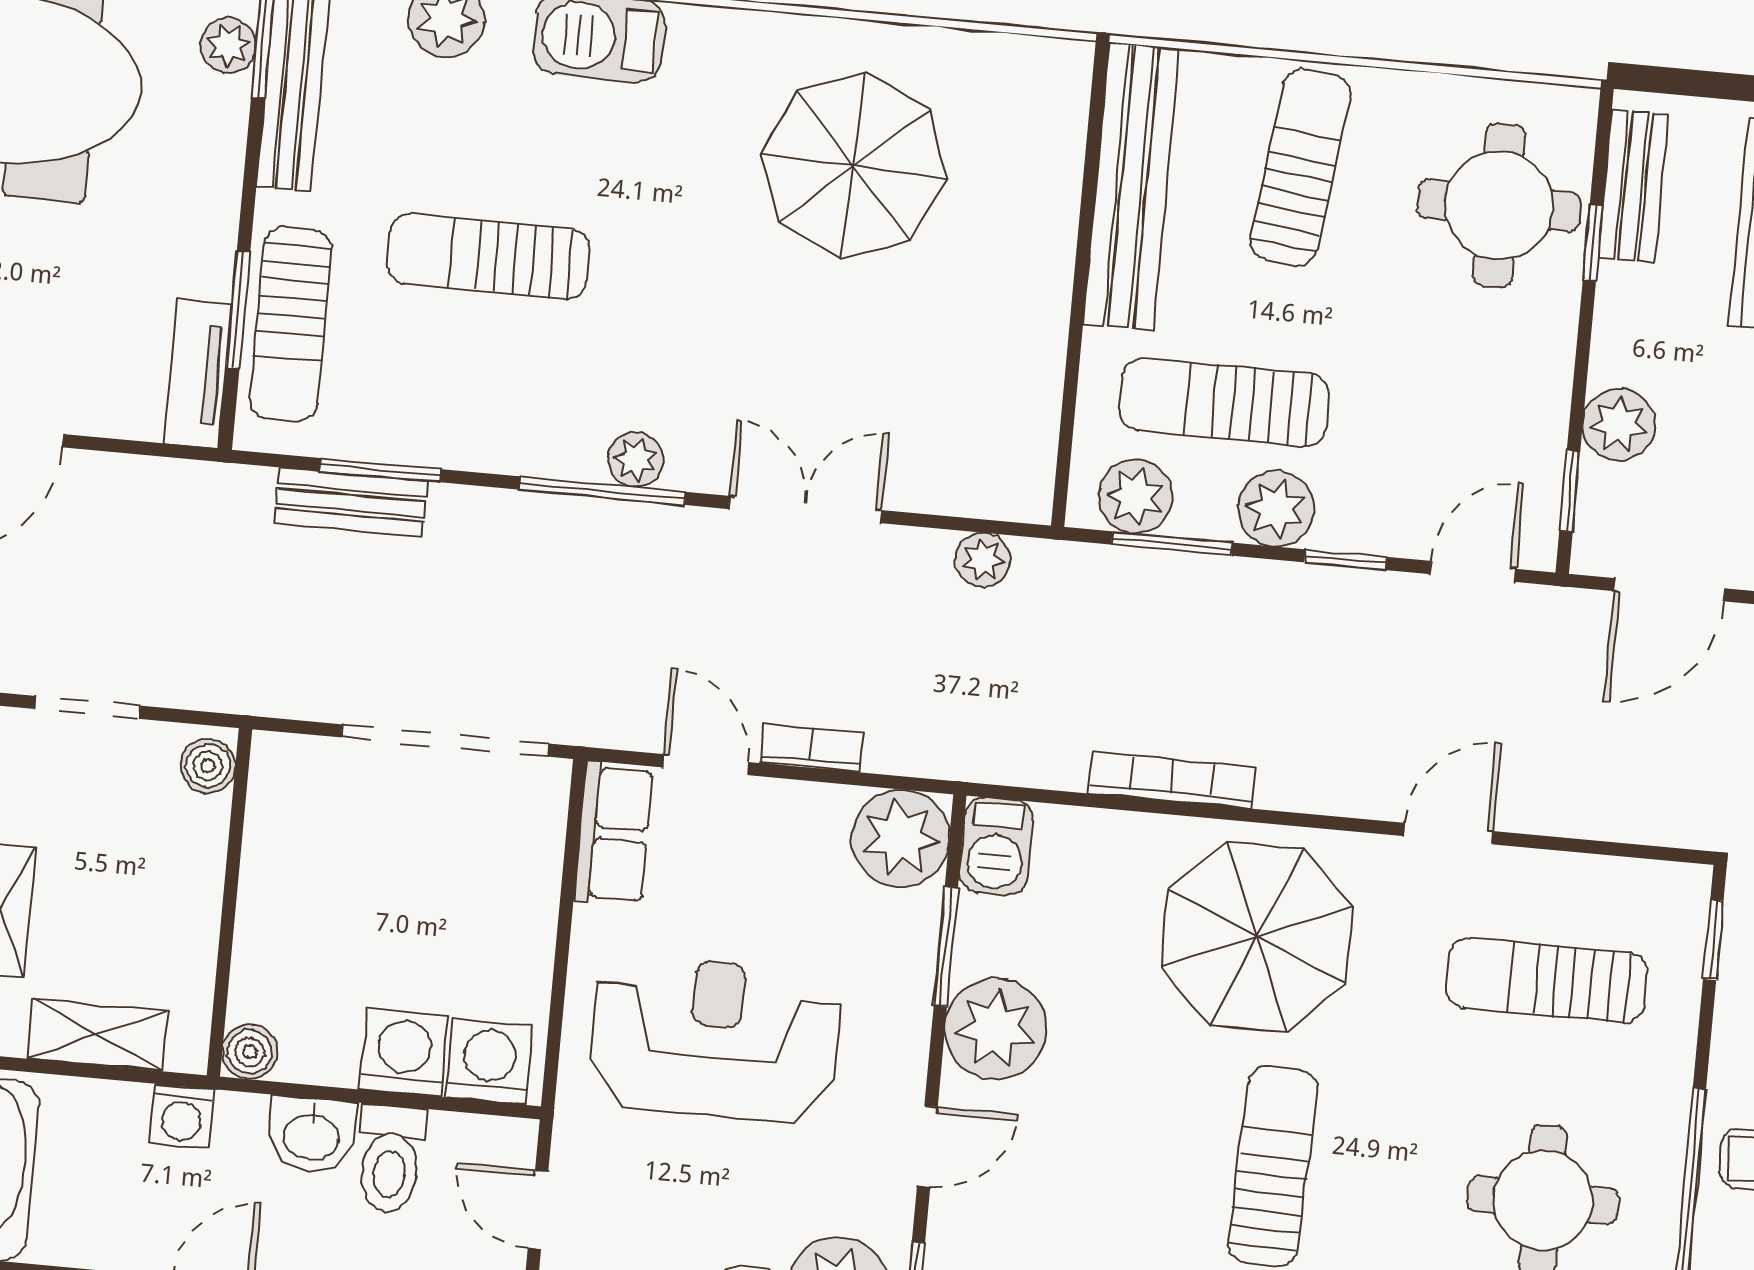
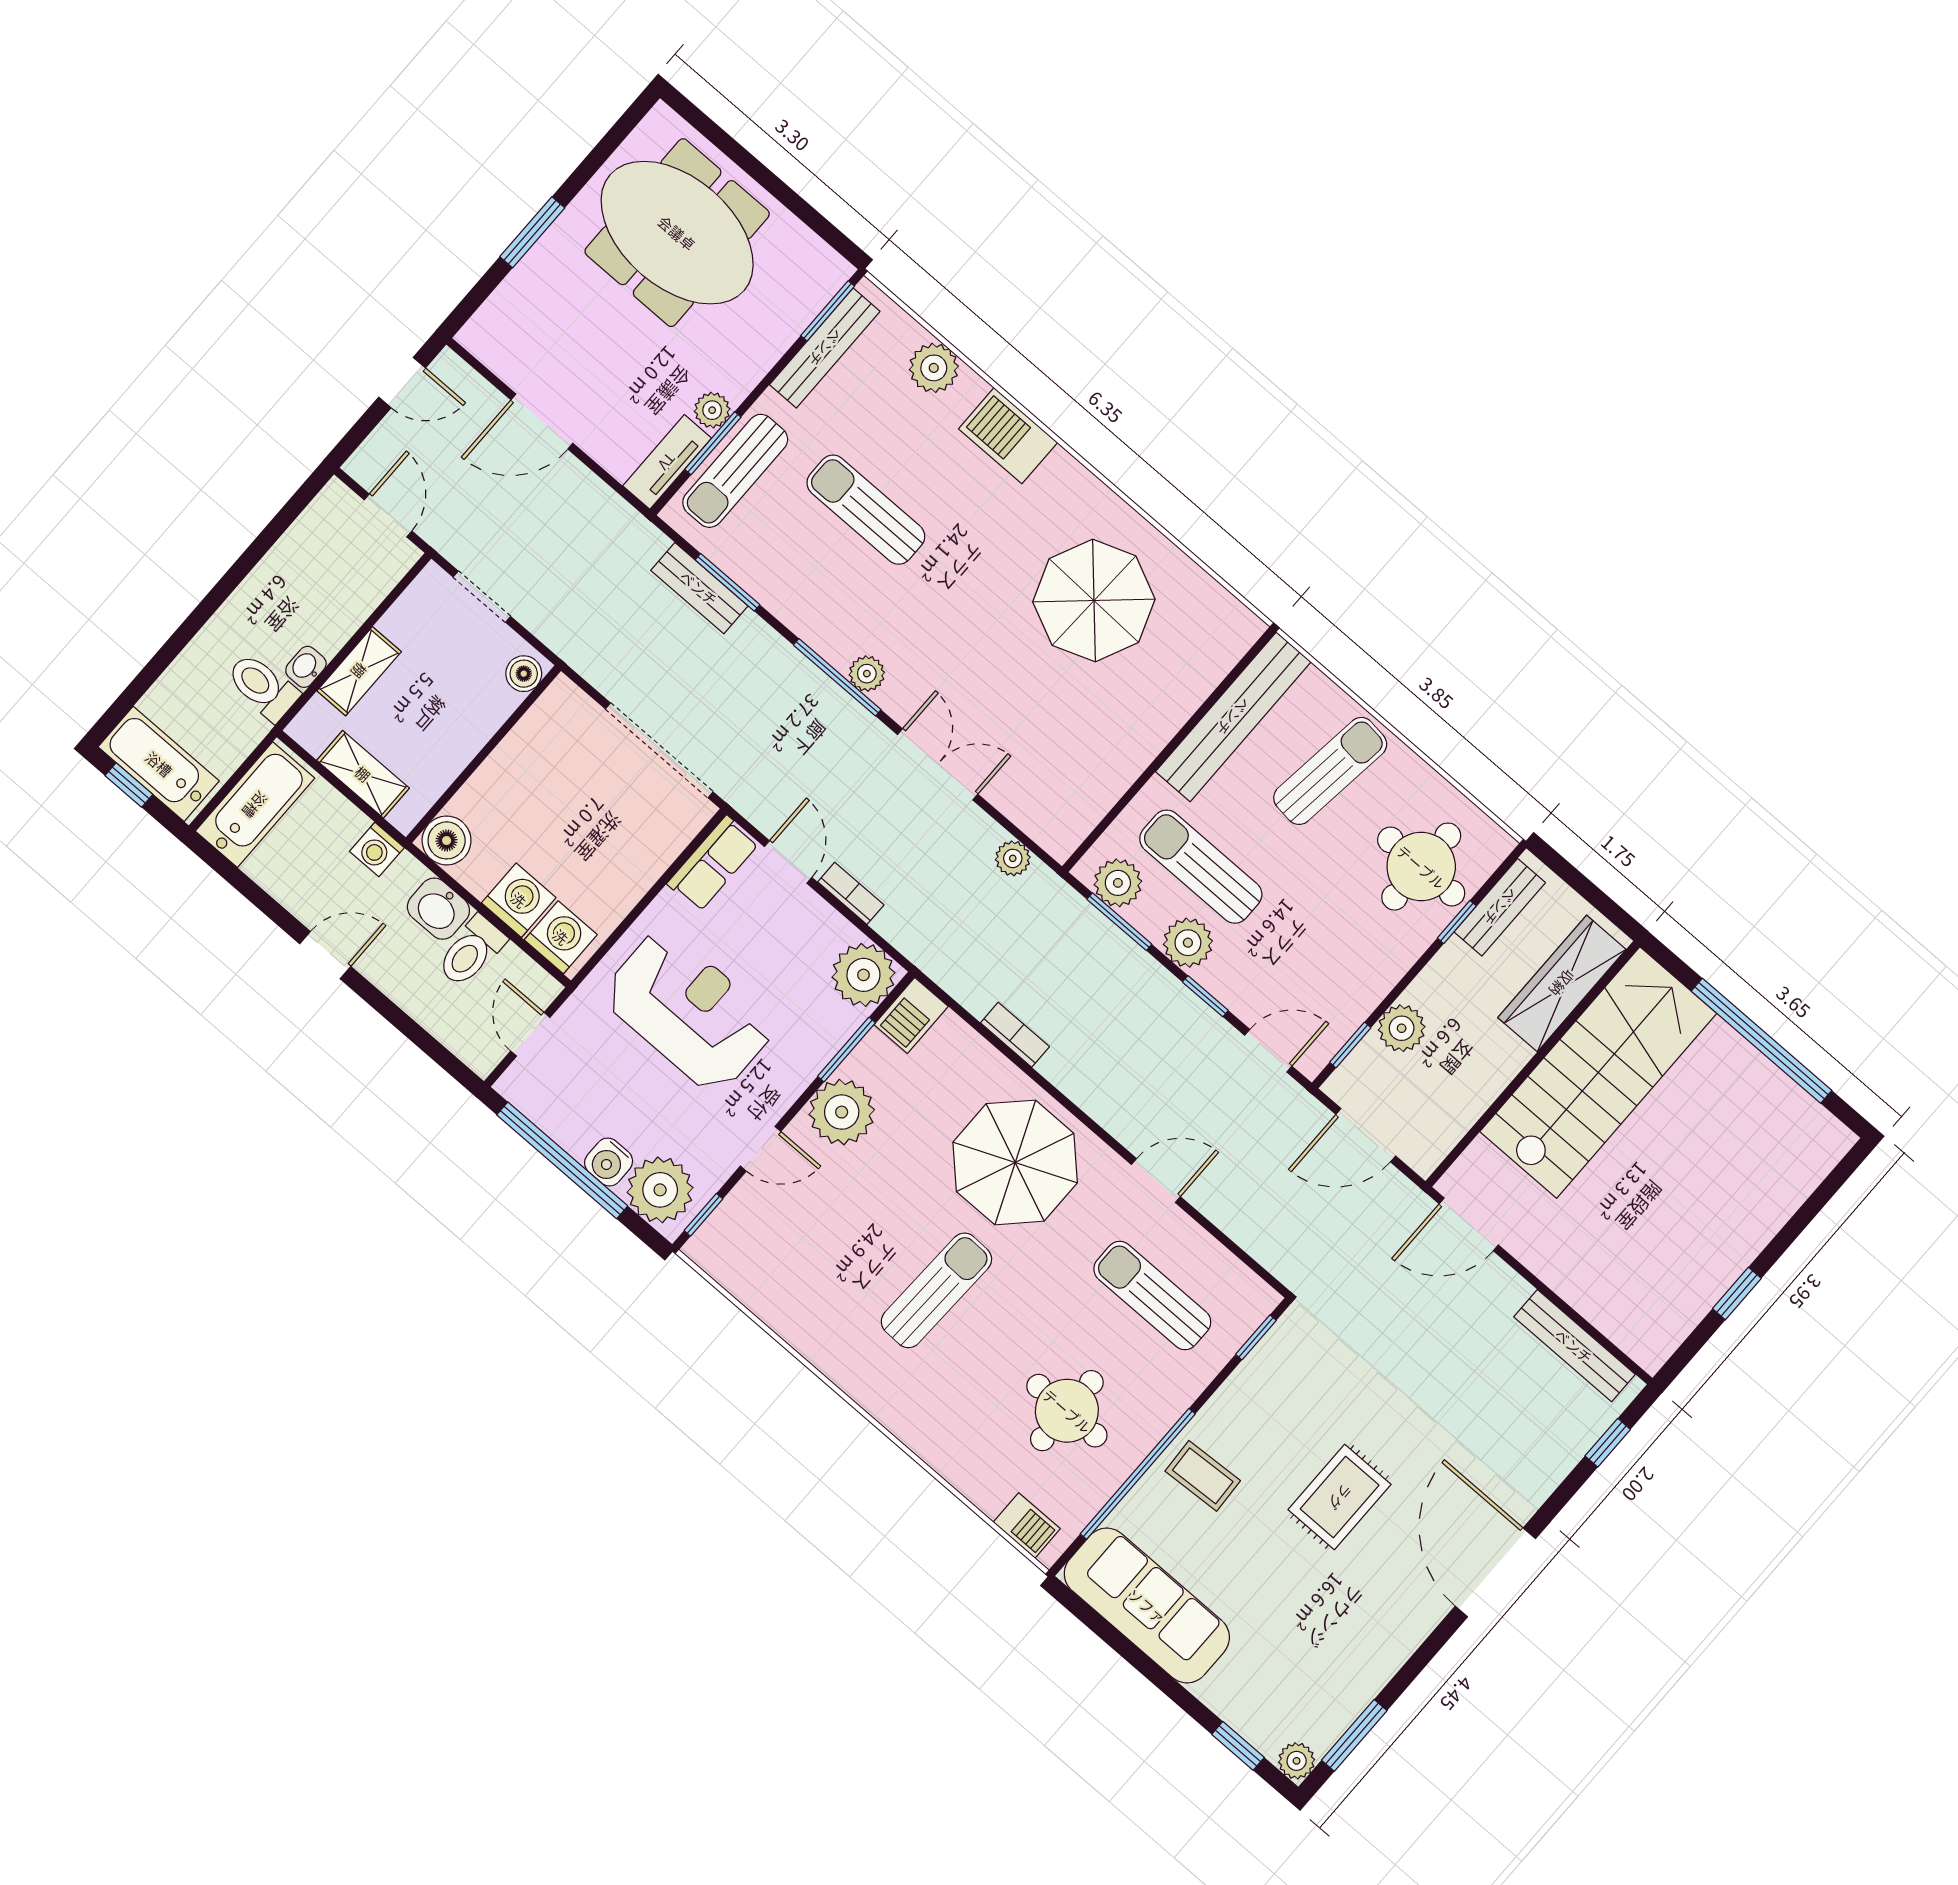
plant: (228, 45) -> (712, 410), moved
bookcase: (1172, 780) -> (1015, 1035), width x0.64
boiler: (250, 1052) -> (447, 840), width x1.36, depth x1.36

